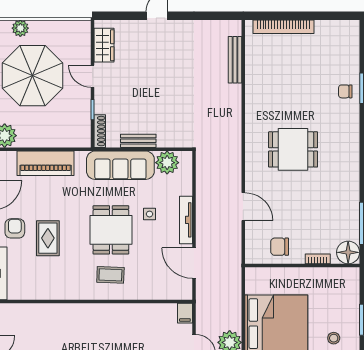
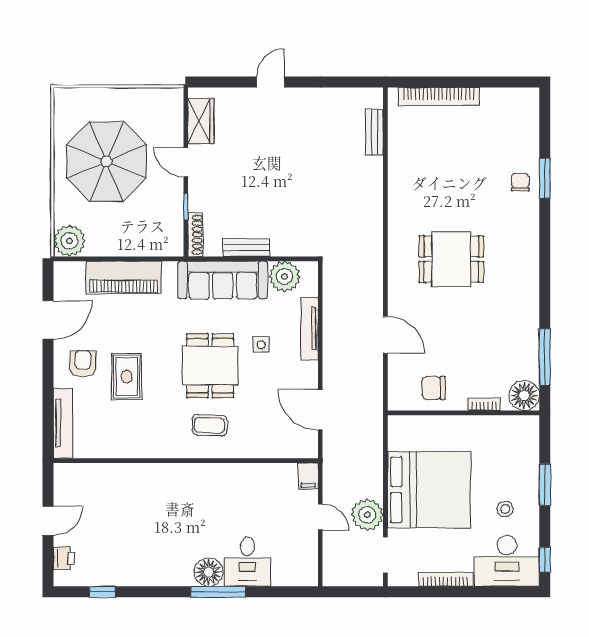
plant: (20, 28) -> (90, 99), removed
bench: (235, 60) -> (375, 132), width x0.73
chair: (345, 91) -> (520, 182), turned 90
tv unit: (186, 220) -> (310, 328), moved

